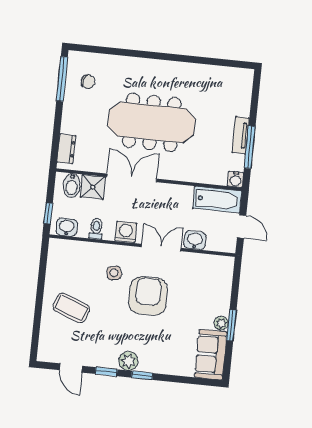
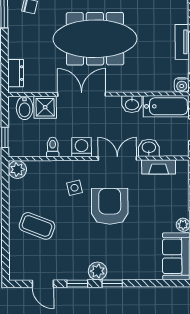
washbasin: (67, 227) -> (132, 104), moved, turned 180
plant: (57, 248) -> (17, 169), added
fireplace: (203, 261) -> (159, 167), added

